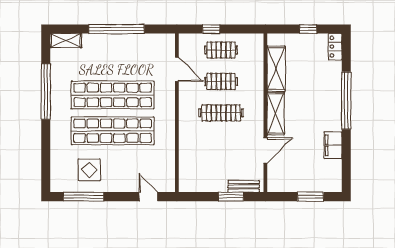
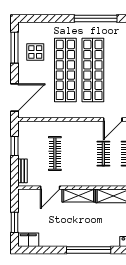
clothes rail: (221, 113) -> (55, 154), moved
filing cabinet: (333, 145) -> (28, 240), moved
door: (265, 151) -> (50, 188), hinge flipped
door: (148, 197) -> (15, 97), width x1.88
window: (231, 197) -> (15, 146), moved

